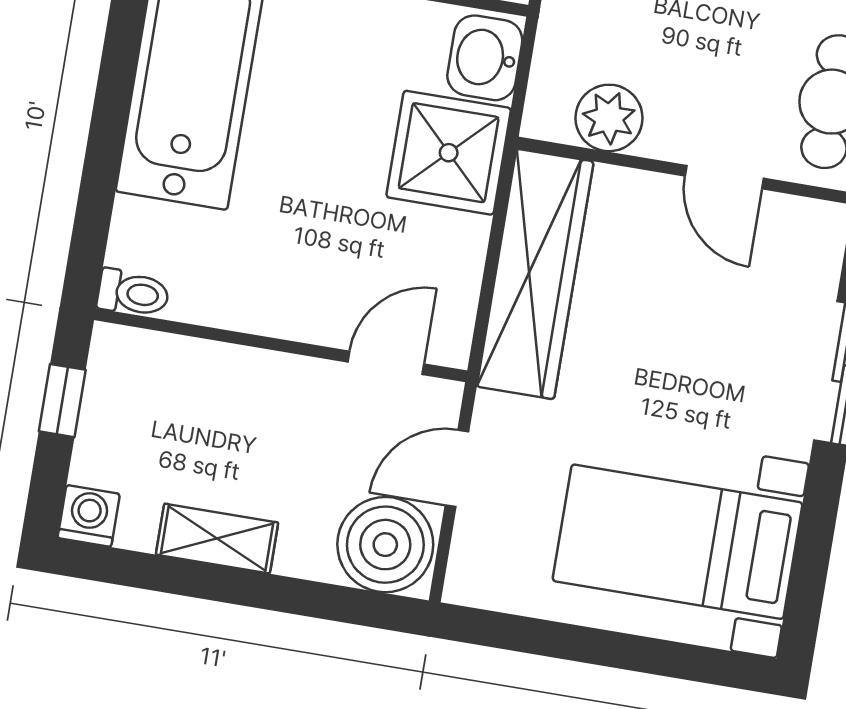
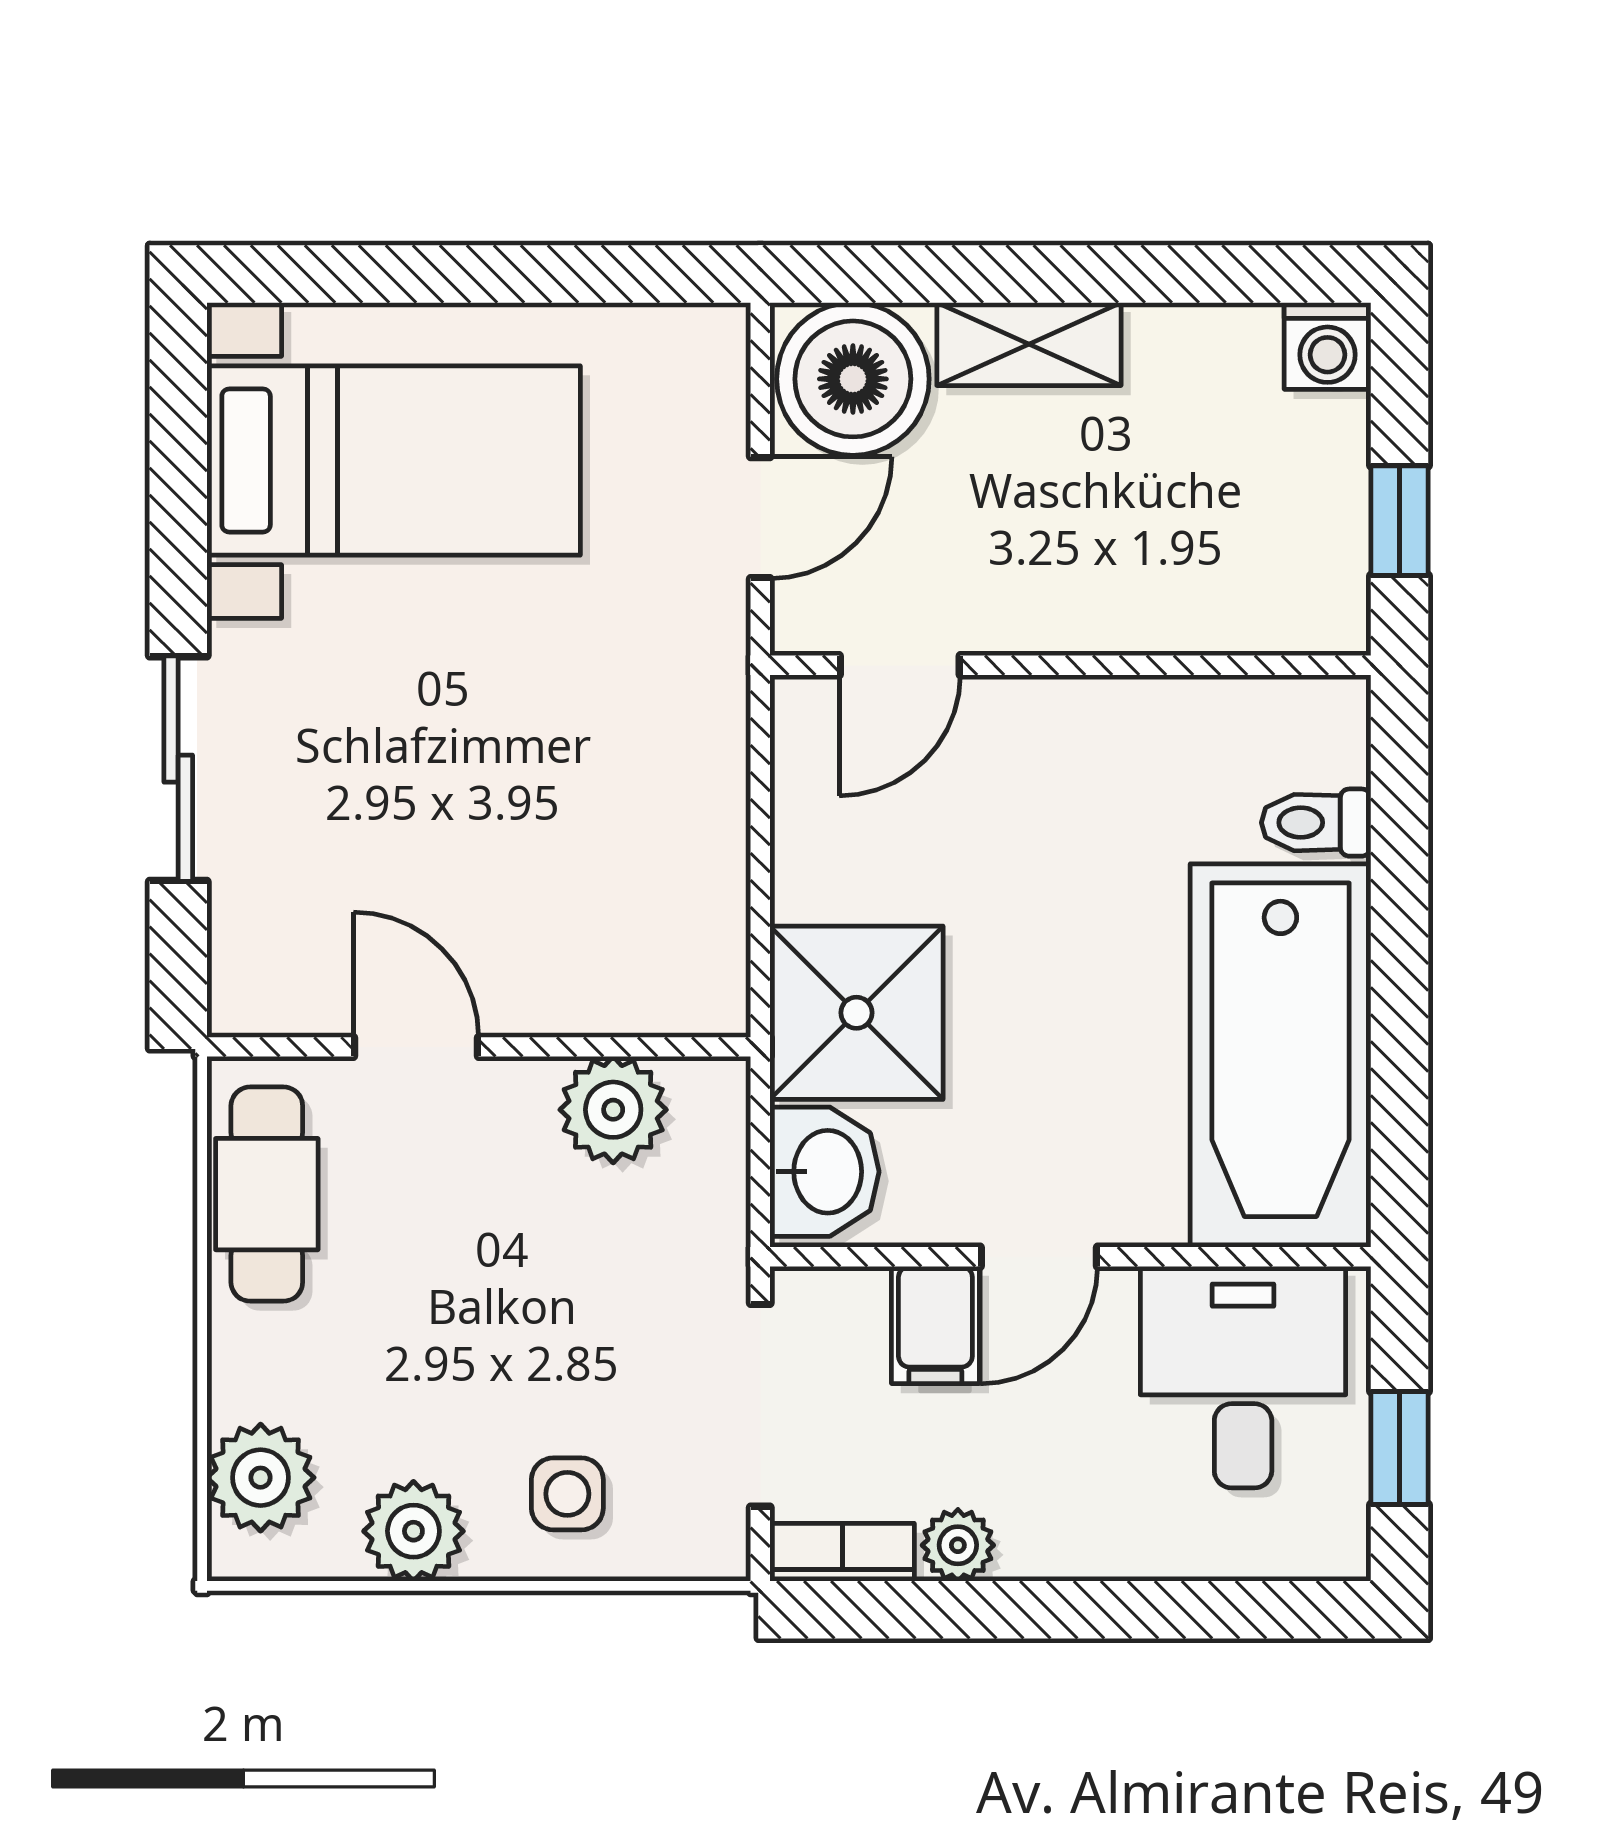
wardrobe: (535, 274) -> (688, 845), removed
toilet: (133, 293) -> (1316, 823), moved
shelving: (217, 539) -> (1029, 344), moved

